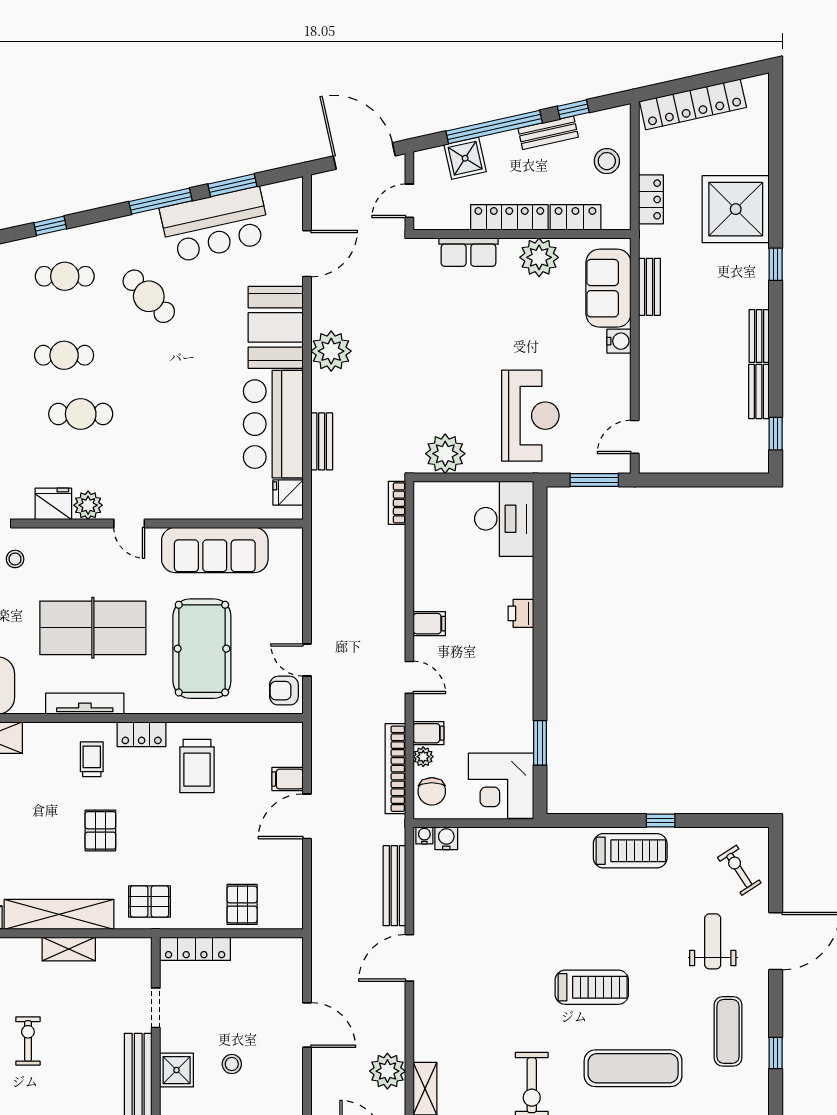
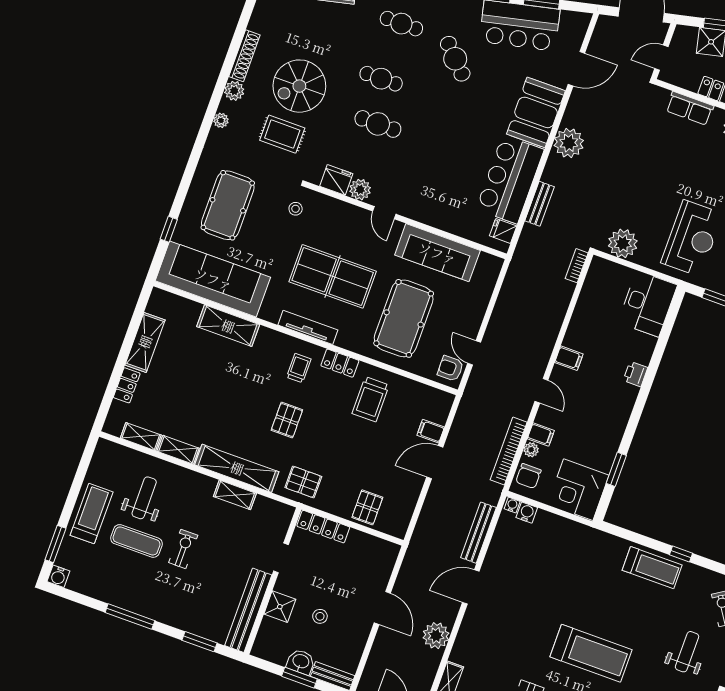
treadmill: (592, 987) -> (591, 653), width x1.37, depth x1.38
plant: (387, 1071) -> (436, 636), moved

